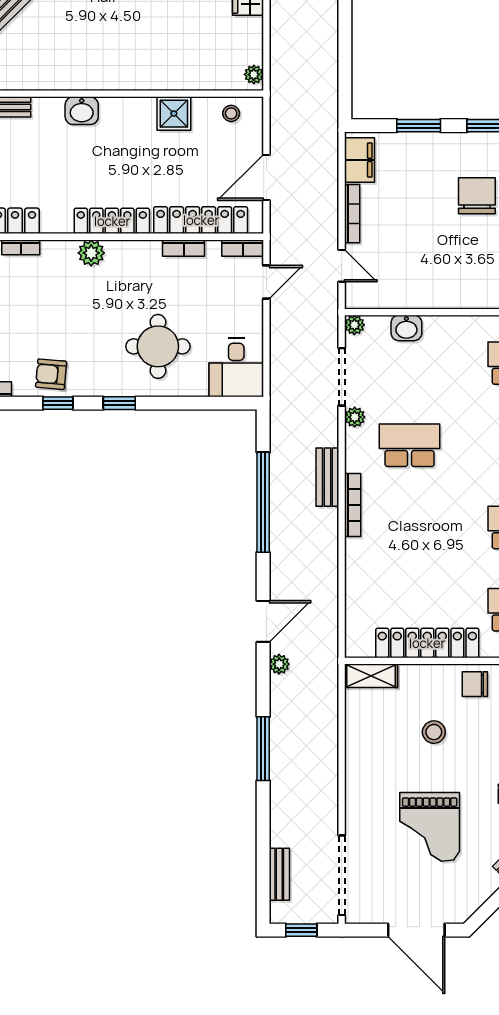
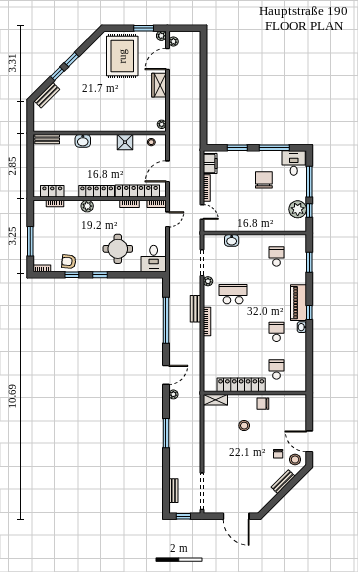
plant: (354, 325) -> (208, 239), removed
grand piano: (430, 827) -> (242, 469), removed

